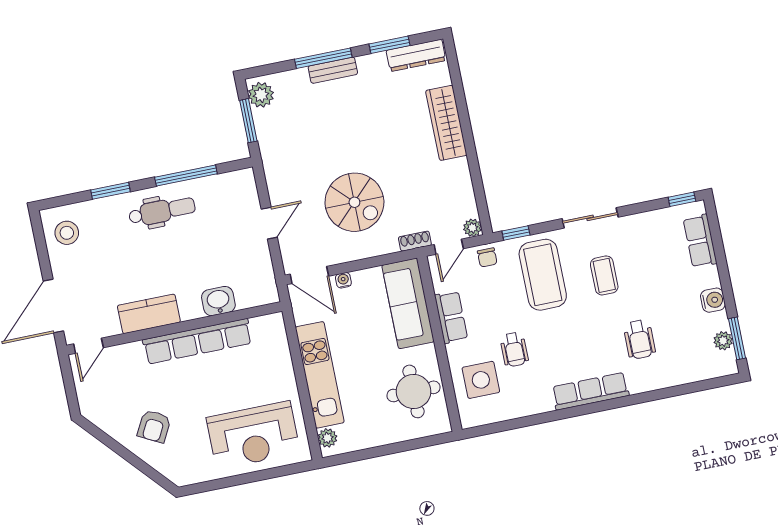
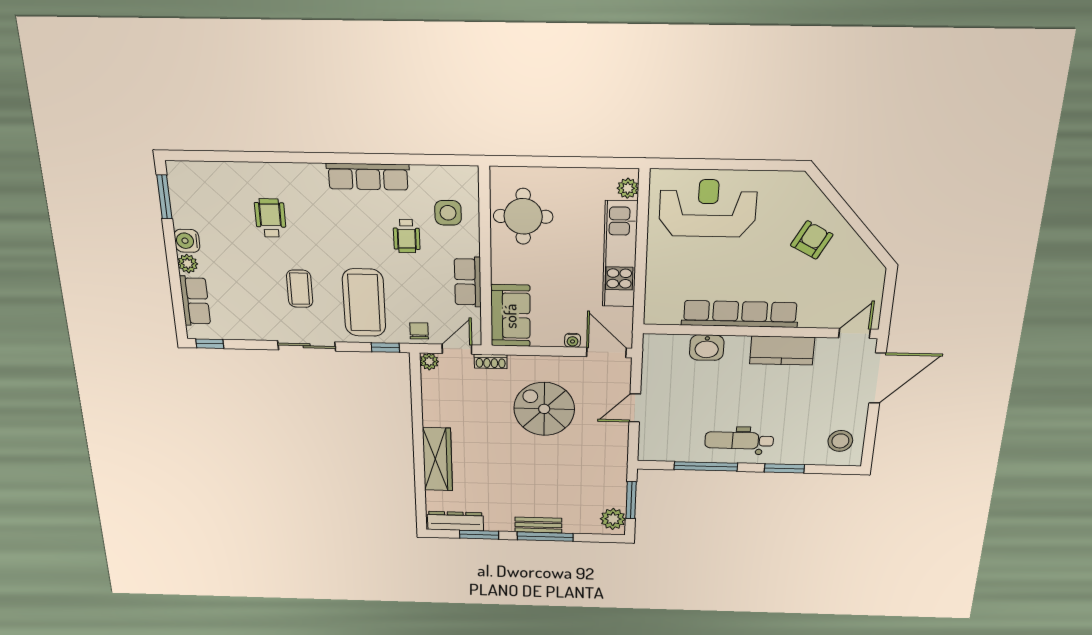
sofa: (408, 303) -> (510, 316), width x0.73
plant: (723, 341) -> (188, 264), moved
wheelchair: (514, 349) -> (407, 236), turned 180
side table: (481, 380) -> (448, 213), width x0.73, depth x0.73
row of seats: (590, 391) -> (368, 177), moved

